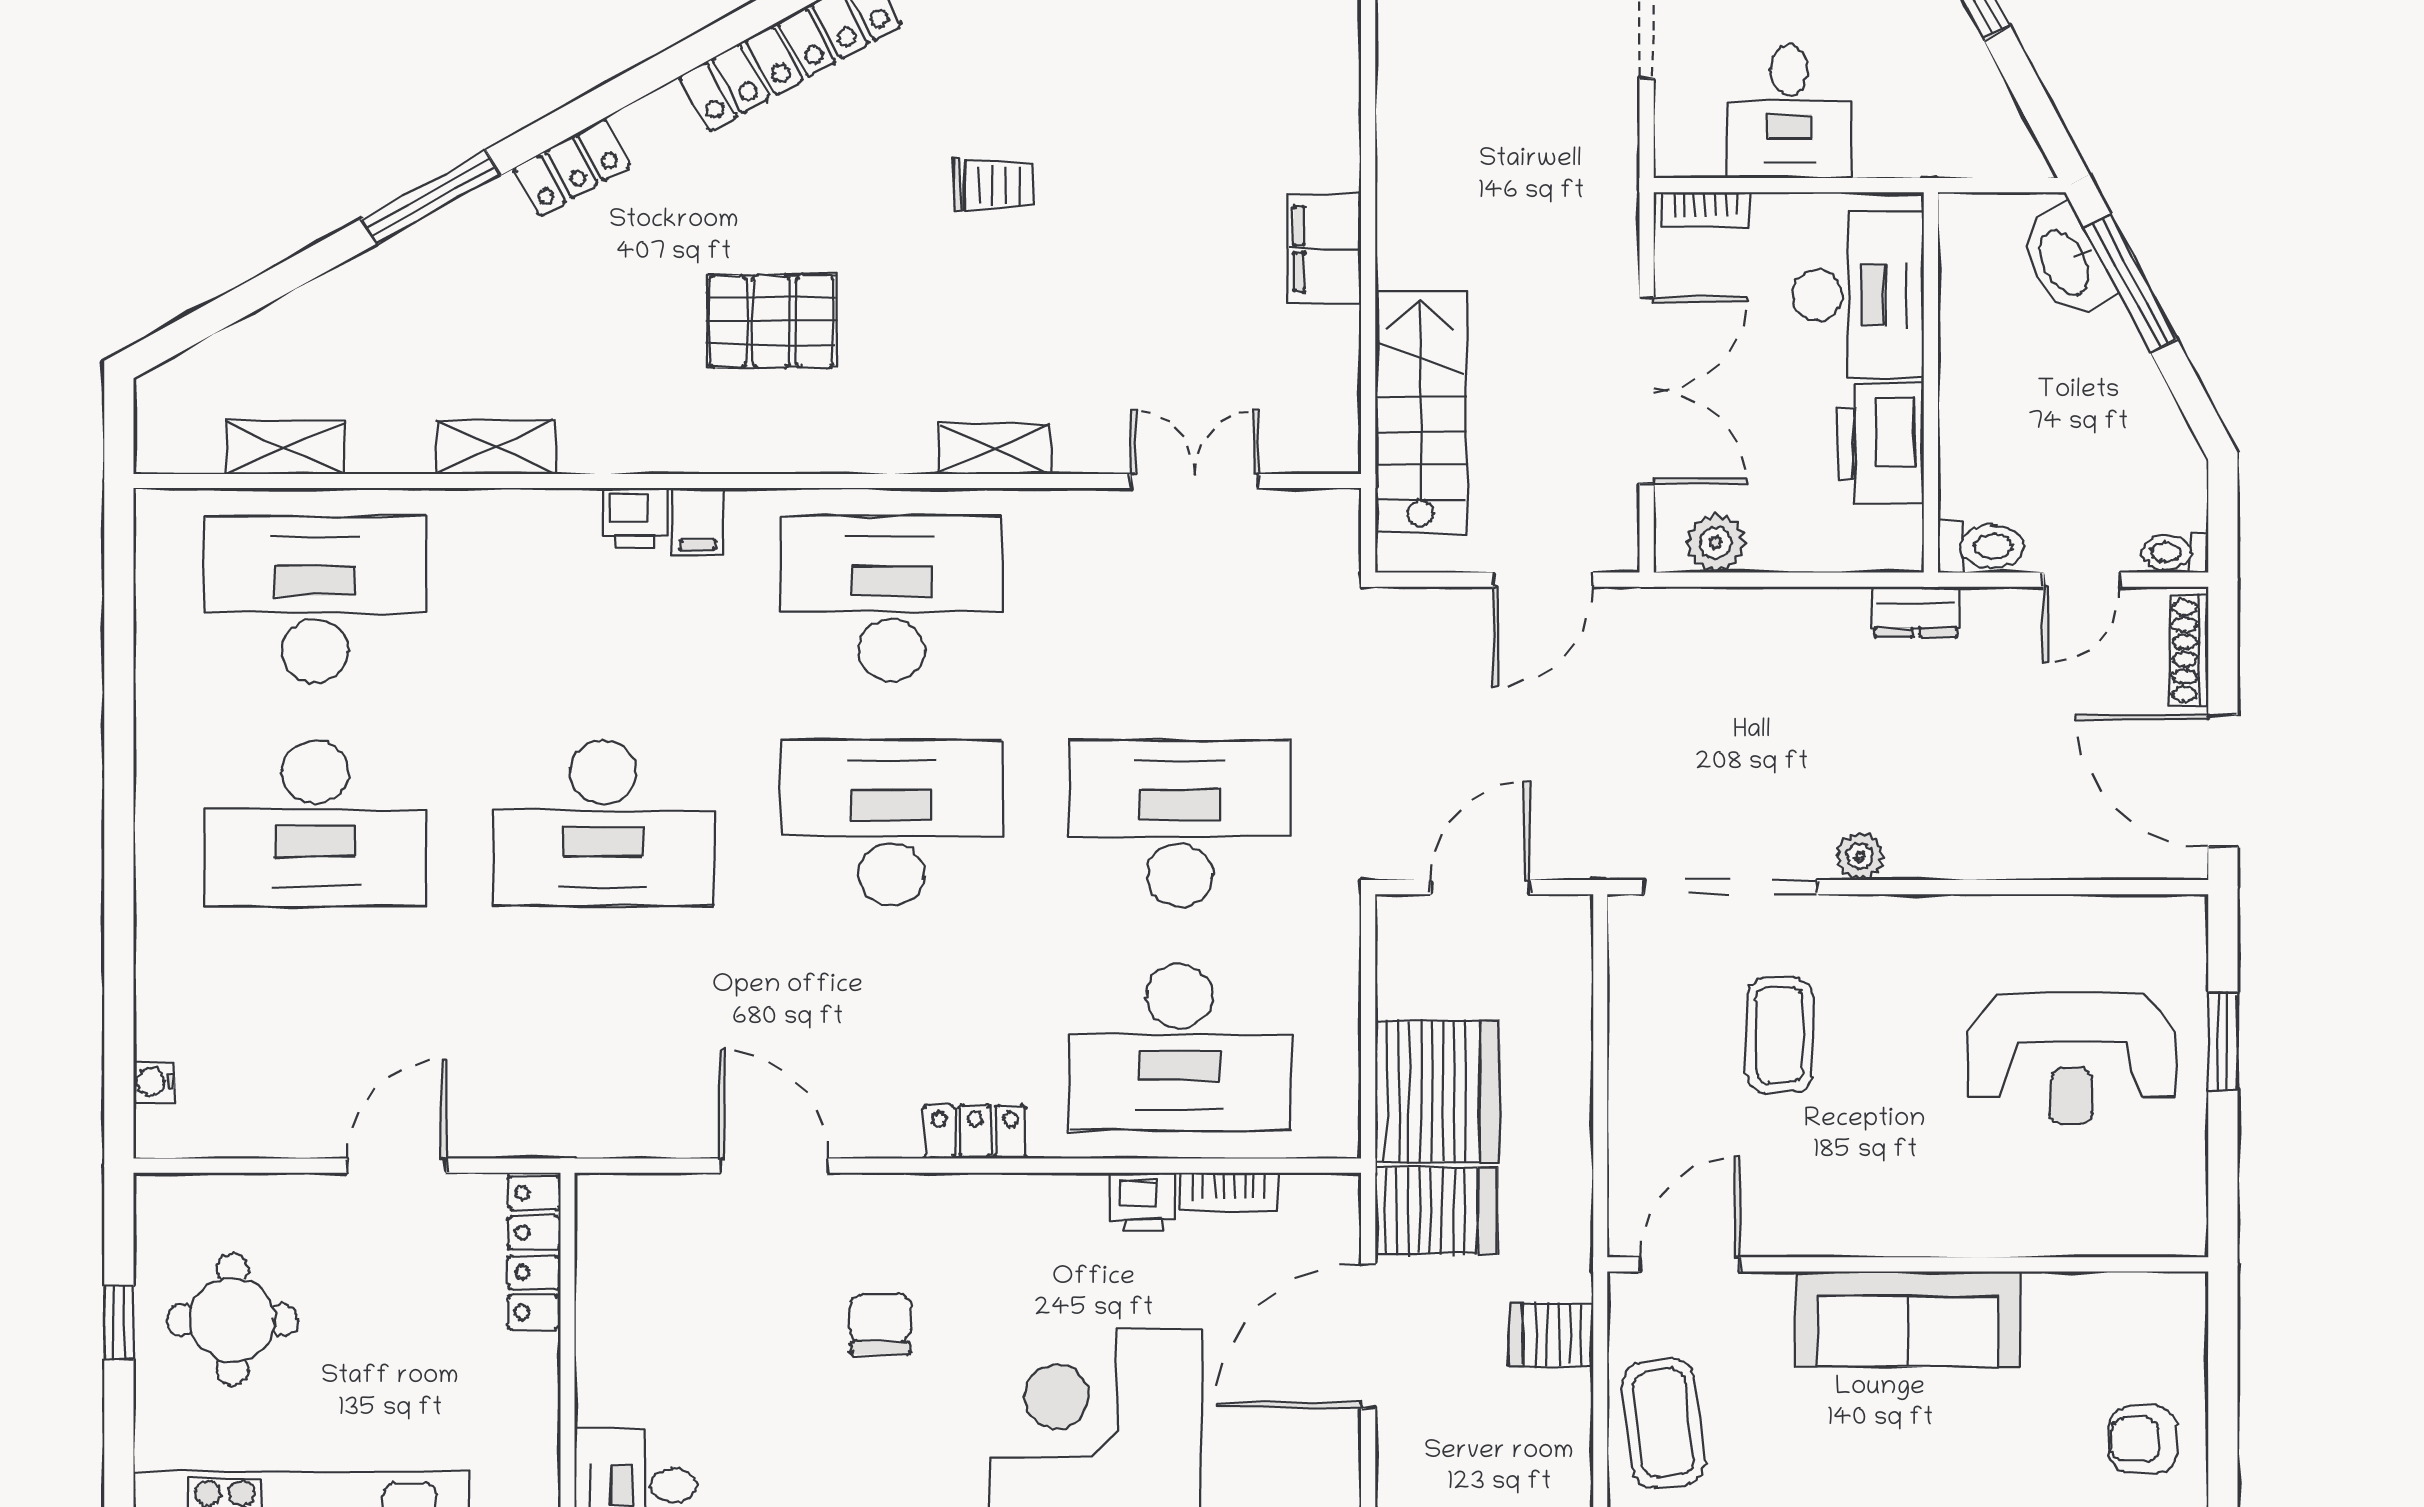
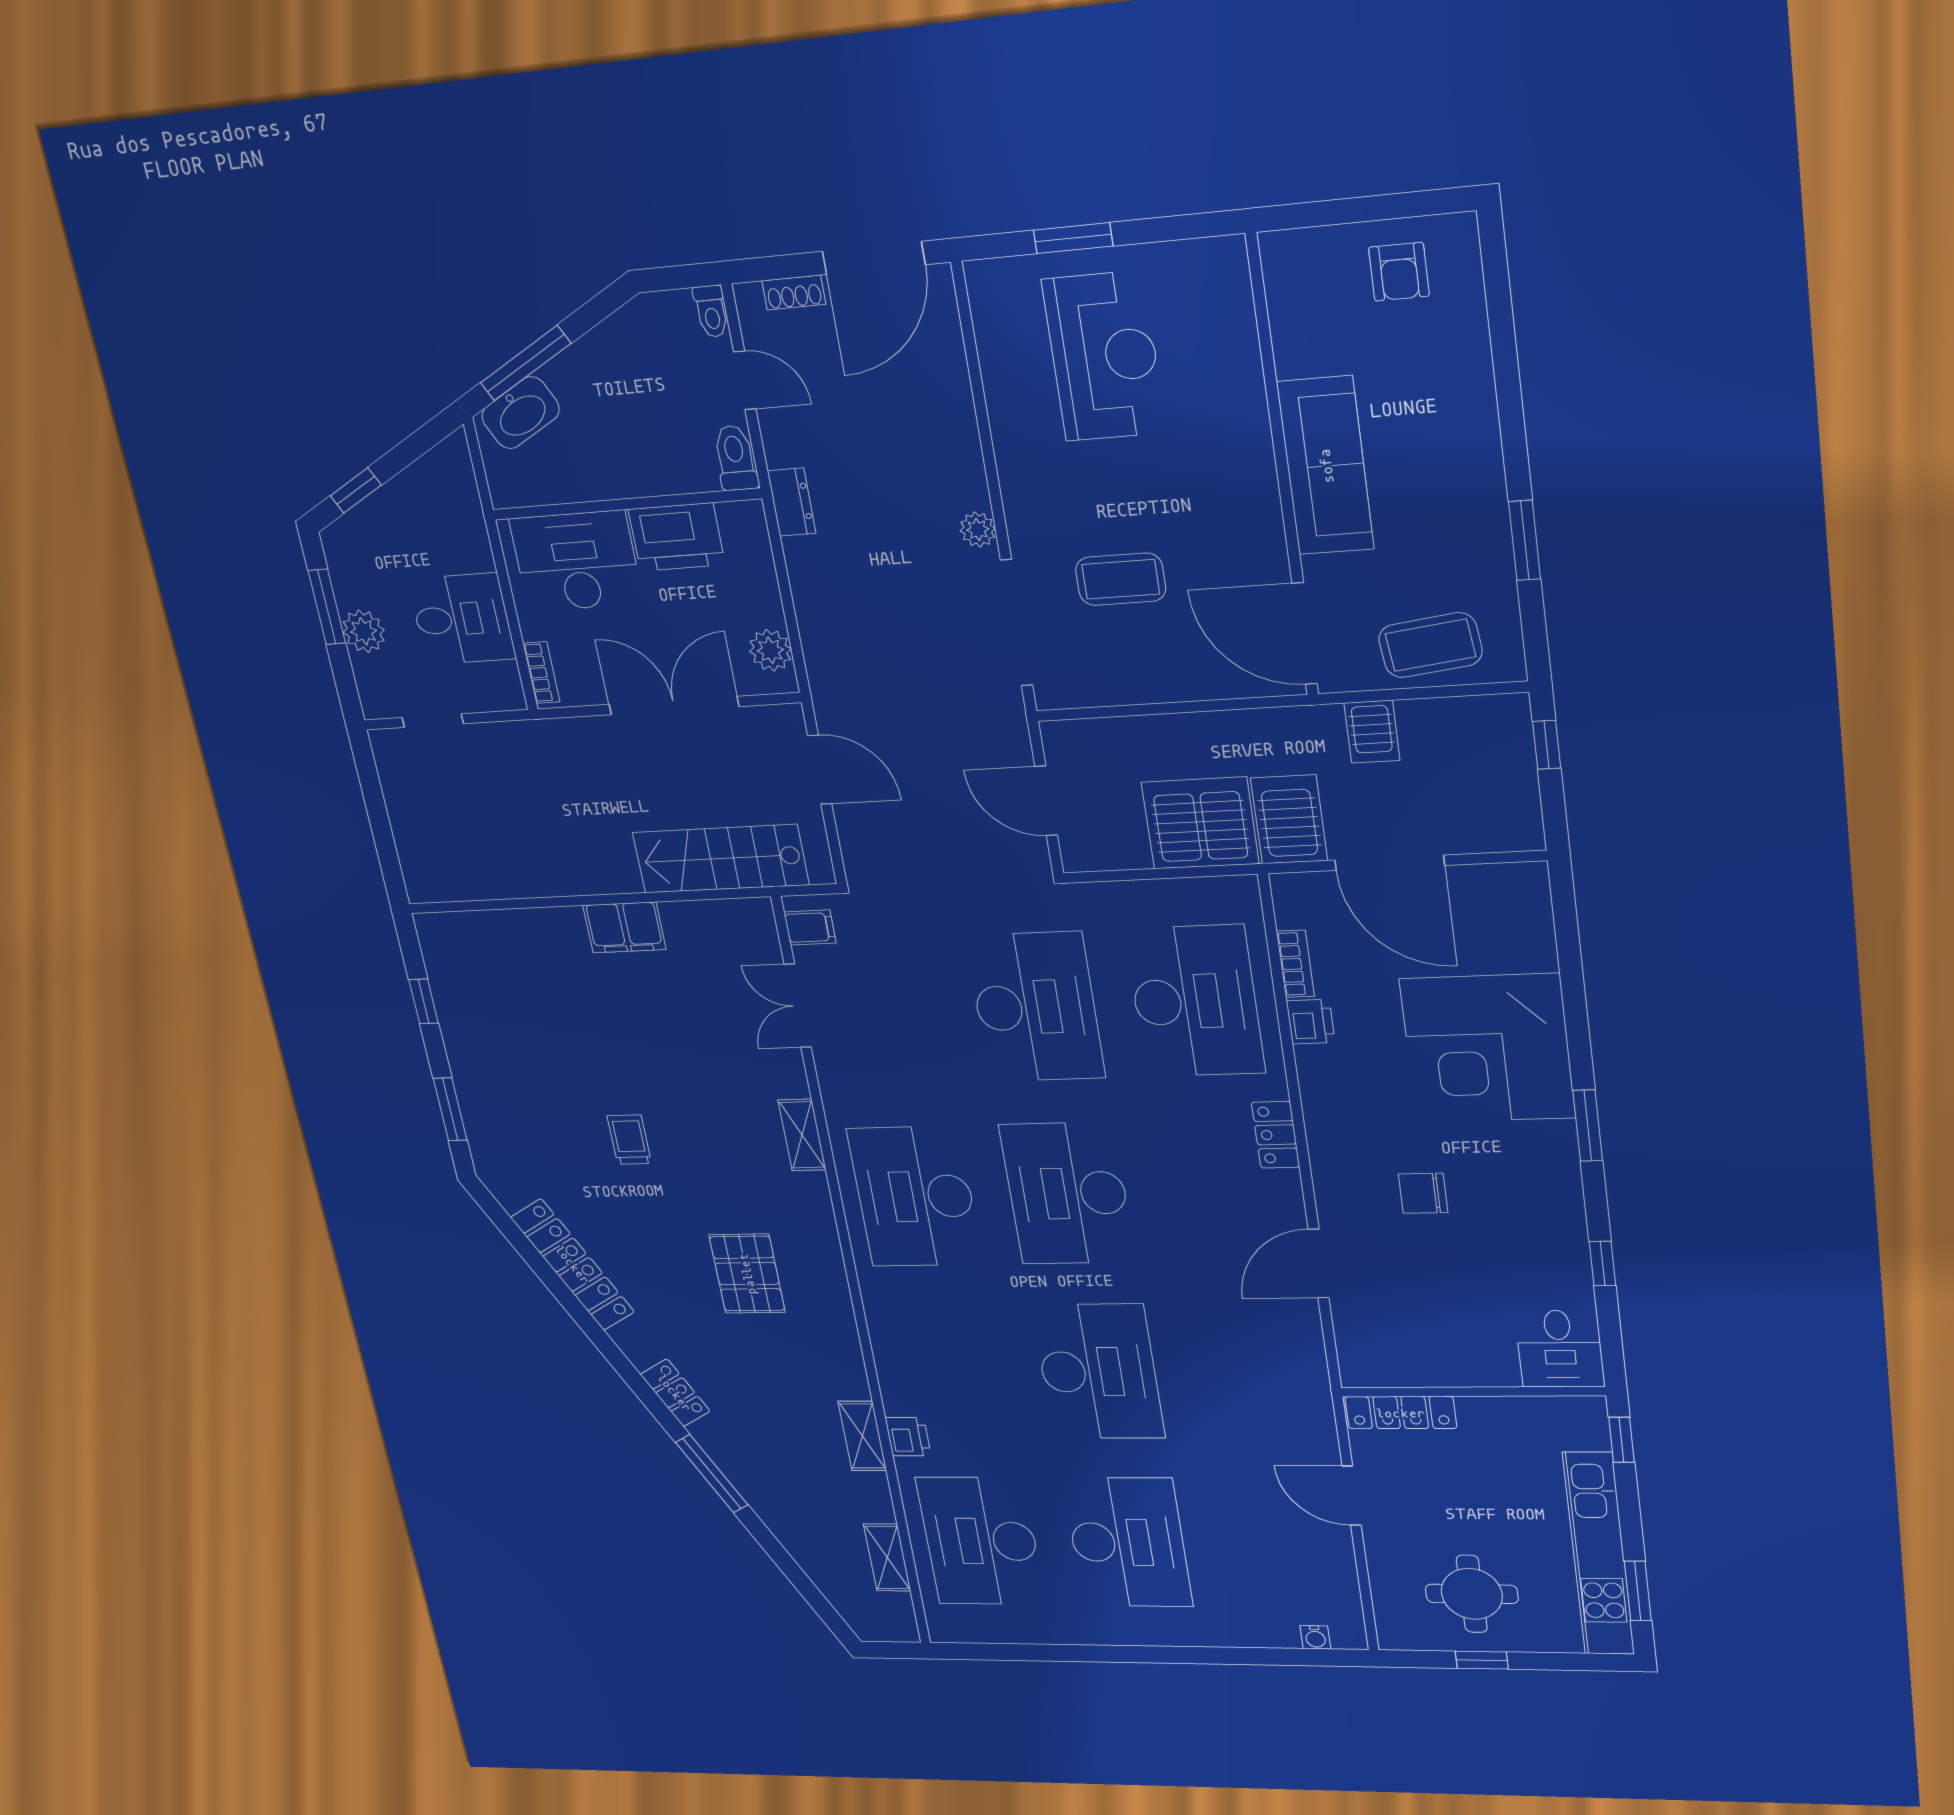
printer: (635, 518) -> (908, 1437), moved
filing cabinet: (698, 522) -> (810, 927), moved
shoe rack: (2189, 651) -> (794, 292), width x0.70
desk: (1180, 823) -> (1035, 1007), turned 180
door: (1690, 1264) -> (1305, 634), width x1.36

